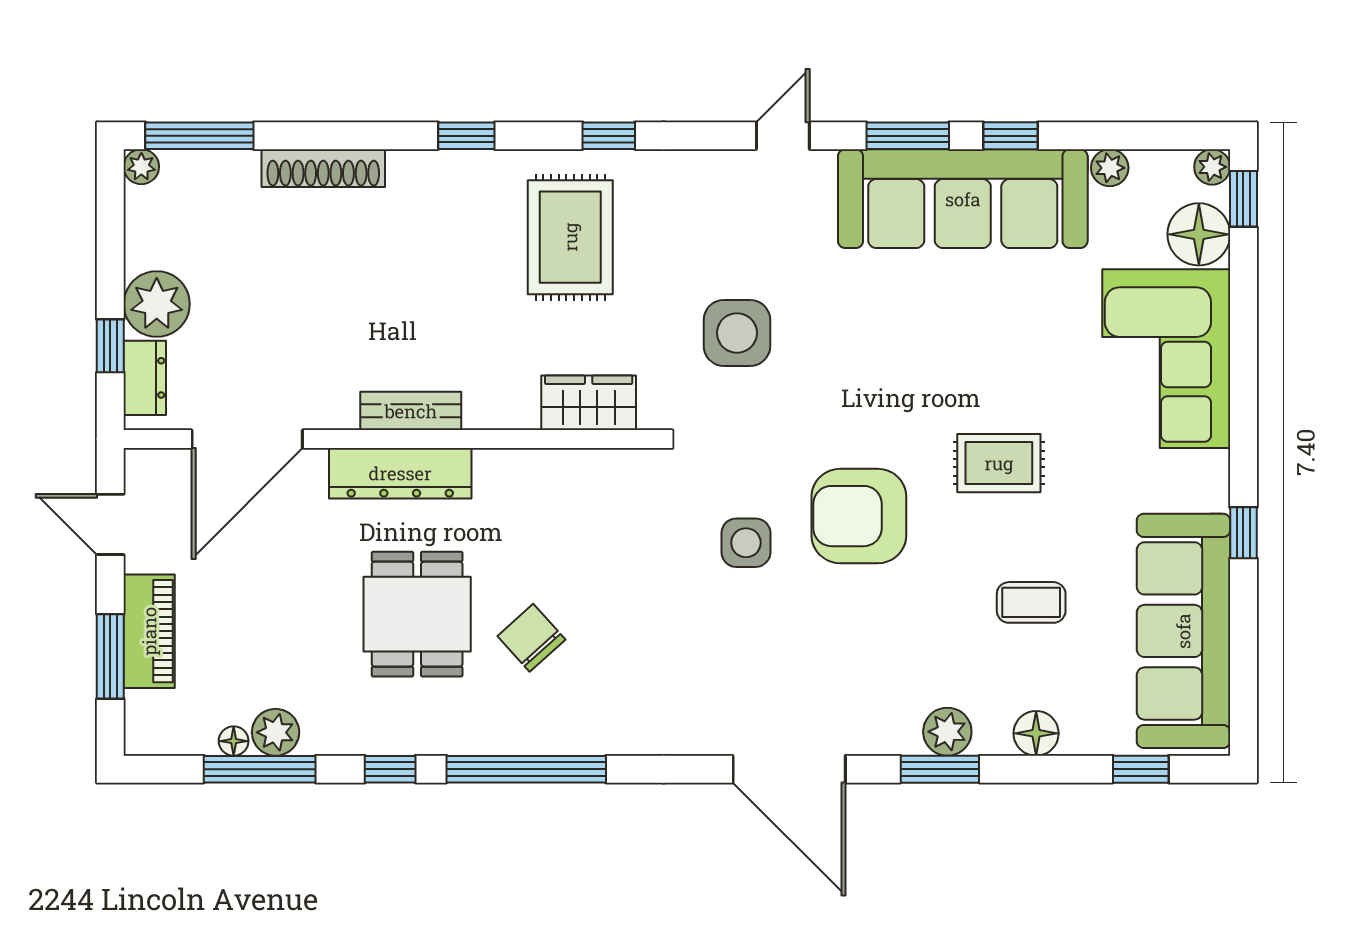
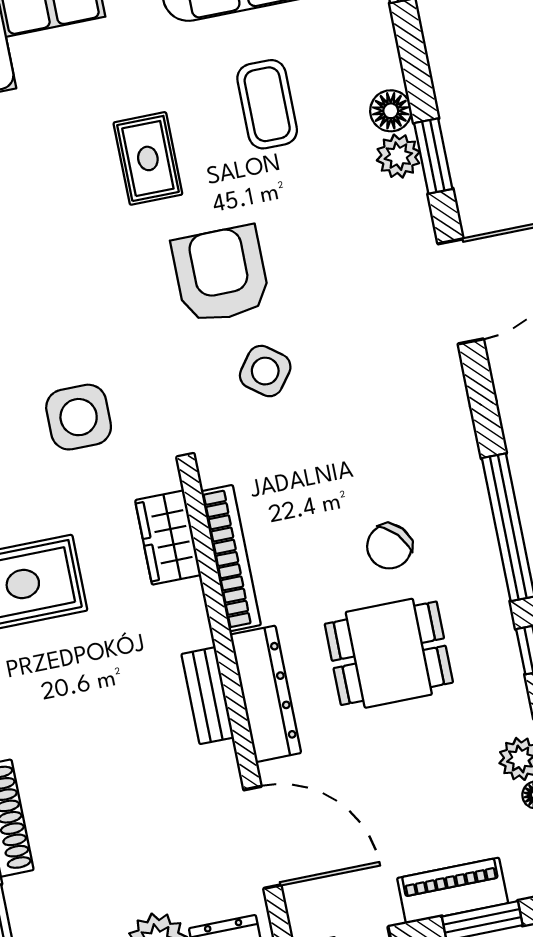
bookcase: (553, 466) -> (231, 558), added
armchair: (859, 516) -> (221, 275), turned 180
side table: (746, 543) -> (265, 371), turned 37
coffee table: (1031, 602) -> (267, 104), width x1.36, depth x1.30
floor lamp: (1036, 733) -> (391, 111), moved

